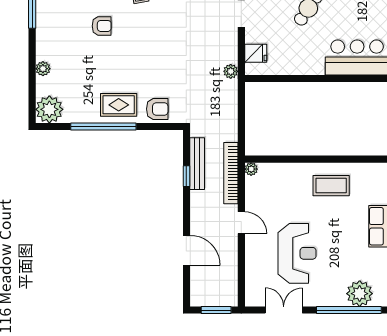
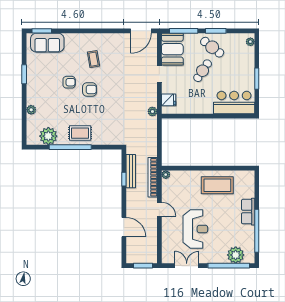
plant: (49, 109) -> (48, 136), moved
armchair: (157, 109) -> (90, 89), moved
coffee table: (331, 186) -> (217, 185), width x1.36, depth x1.32

